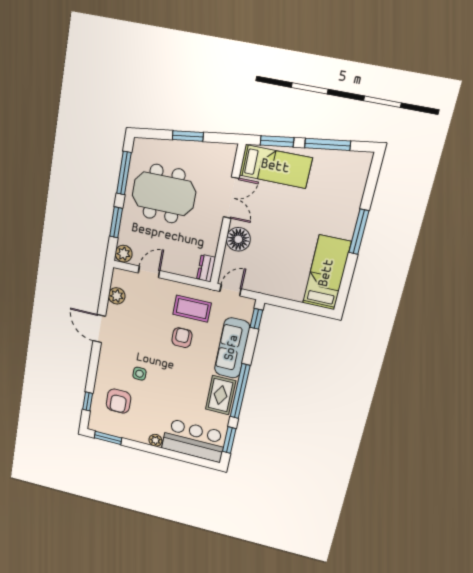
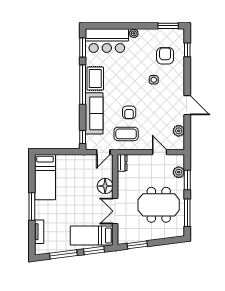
window: (188, 136) -> (137, 245), moved
tv unit: (357, 189) -> (39, 232), added
plant: (124, 254) -> (179, 172), moved
door: (149, 272) -> (160, 152), swing flipped

